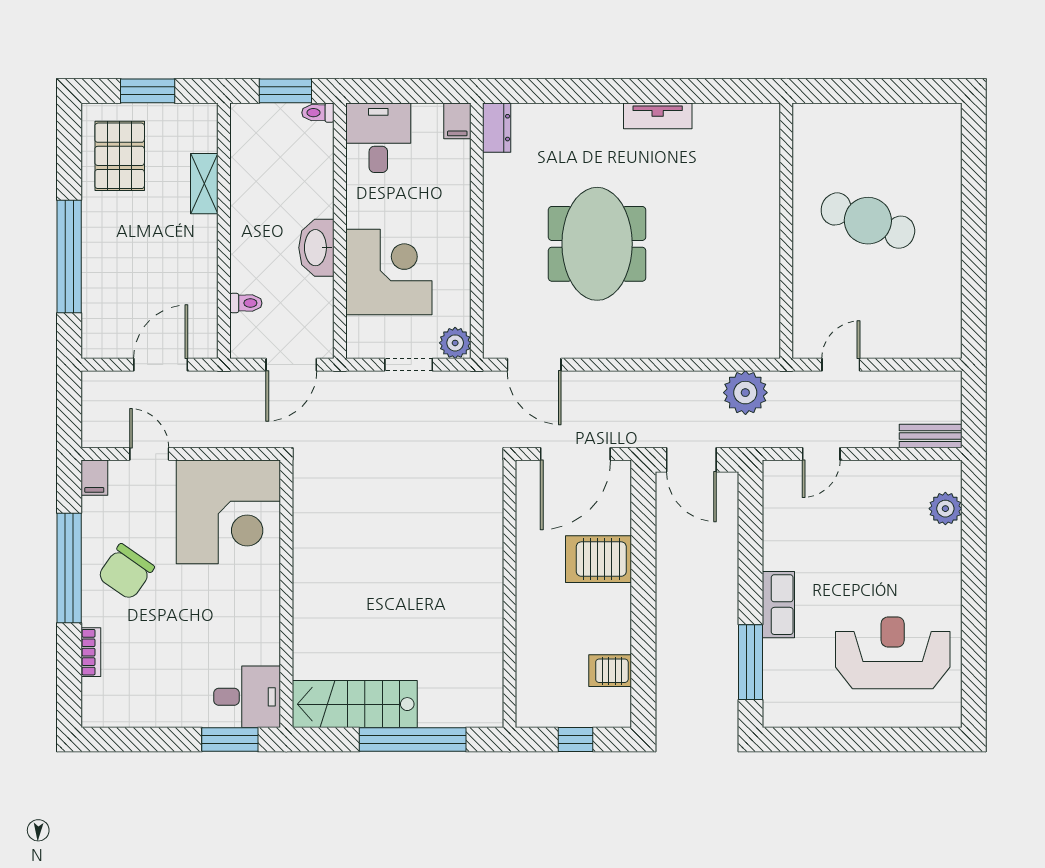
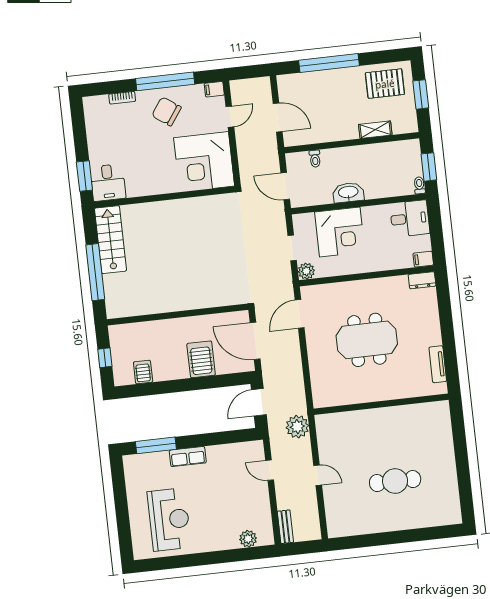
cafe table: (868, 221) -> (395, 481), turned 70
wall: (786, 231) -> (381, 404), moved

